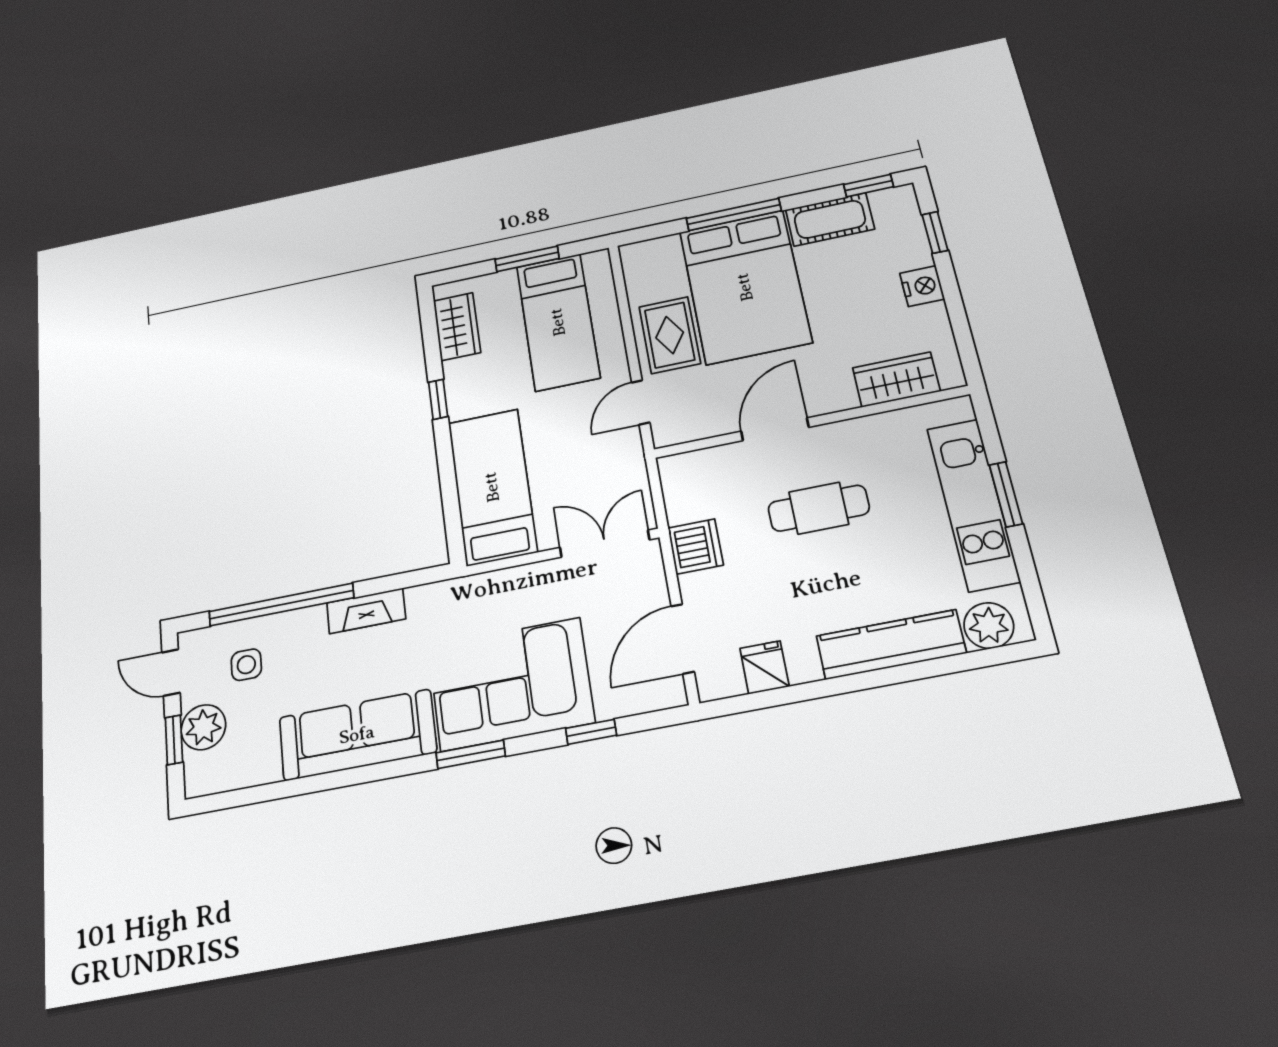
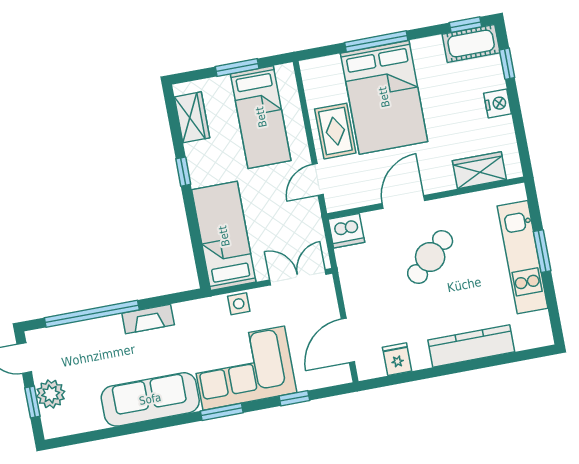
cot: (830, 219) -> (471, 43), moved
cafe table: (819, 508) -> (430, 257), turned -43
dishwasher: (695, 546) -> (346, 231), moved, turned 90
plant: (989, 626) -> (528, 335), removed
side table: (246, 665) -> (239, 304), moved

